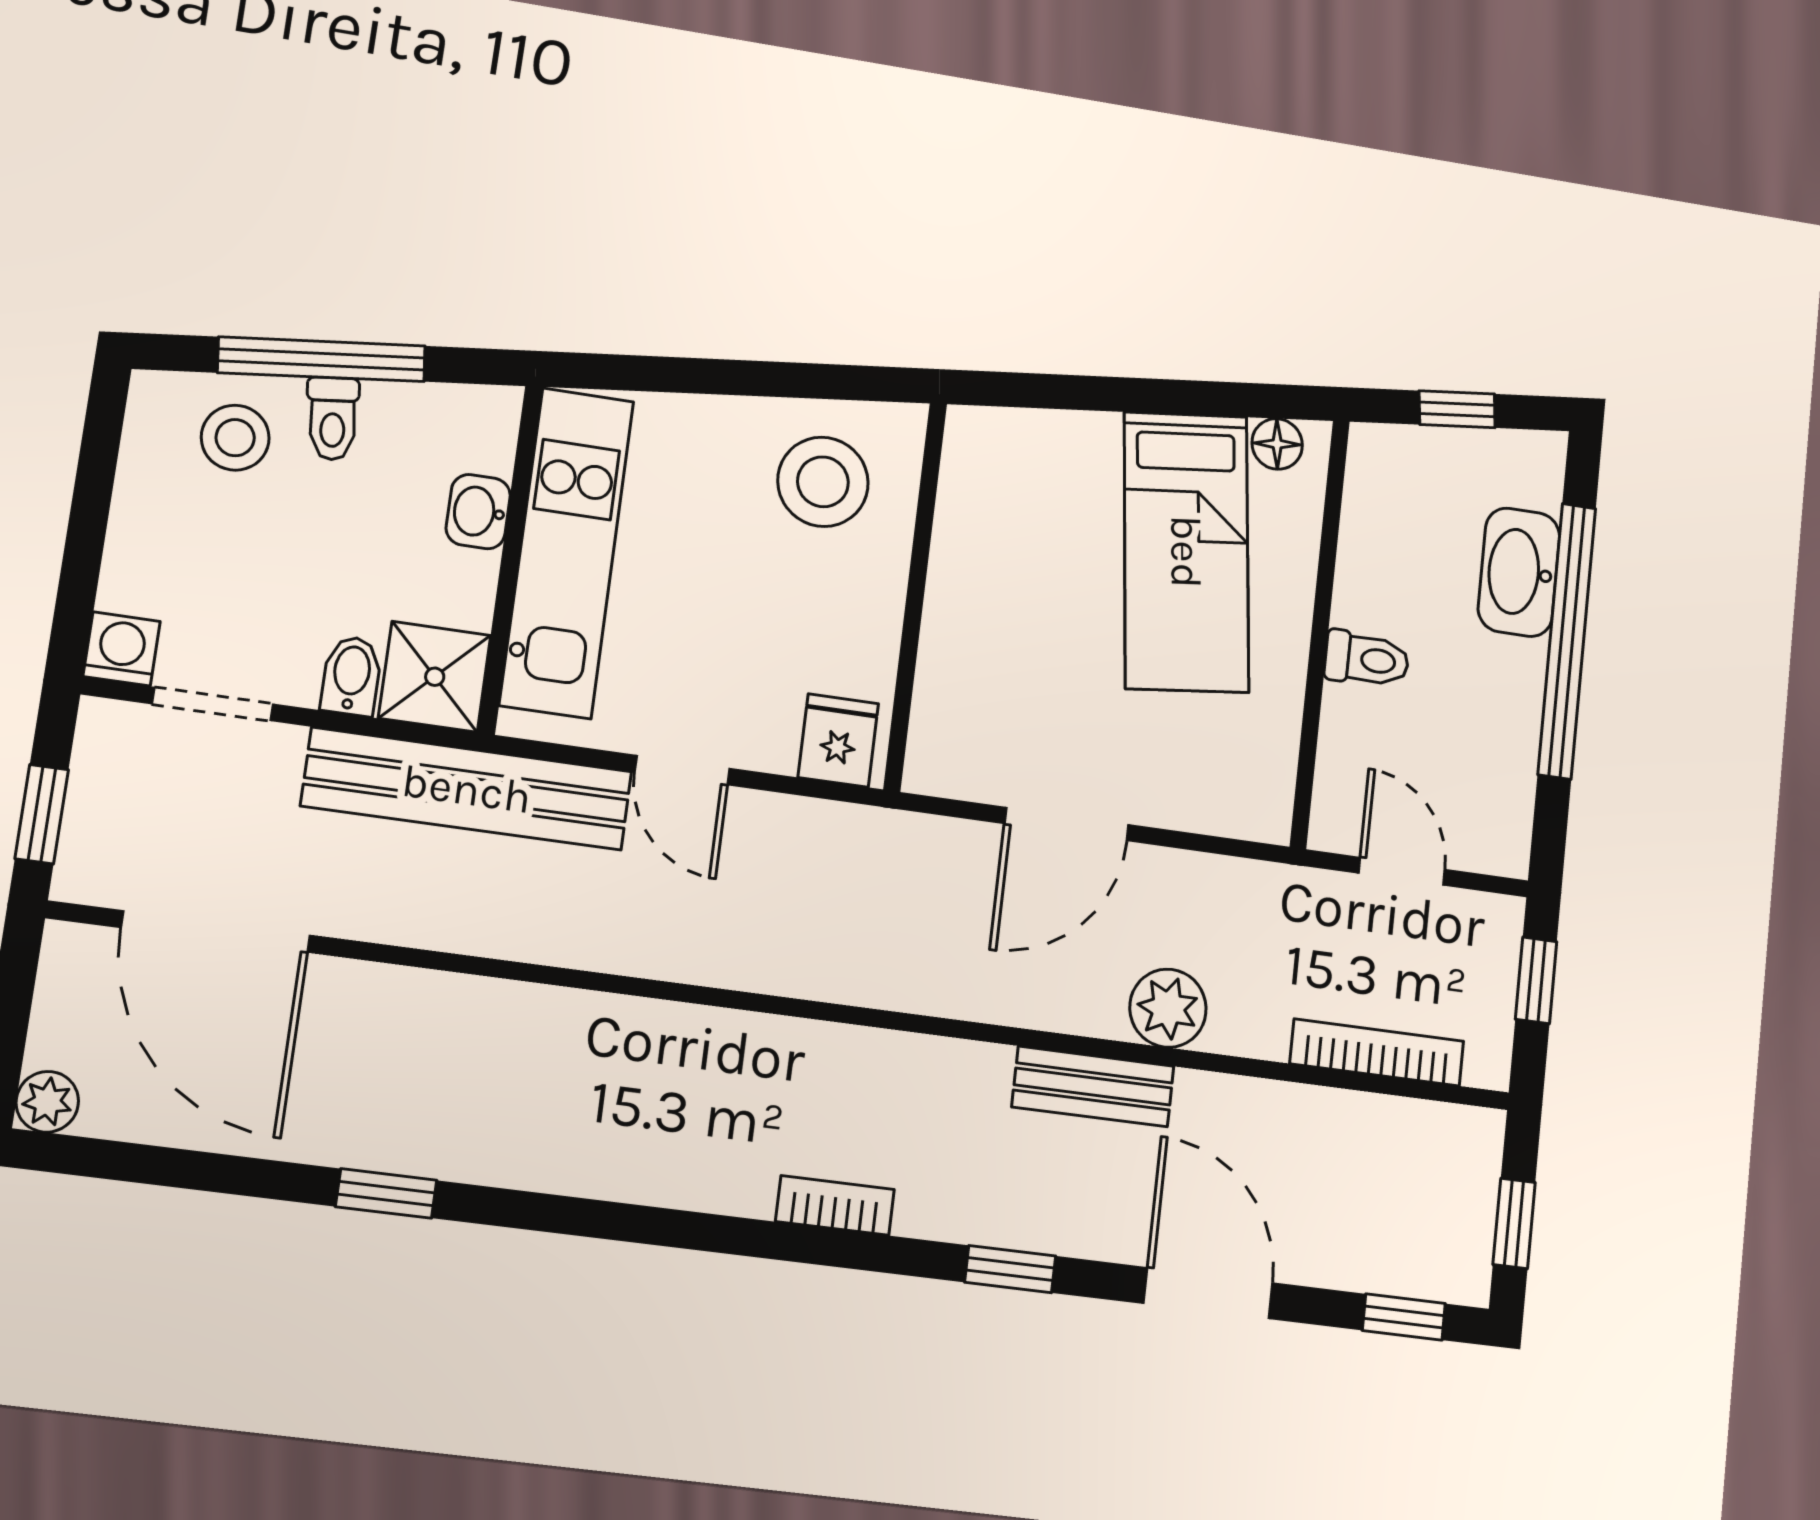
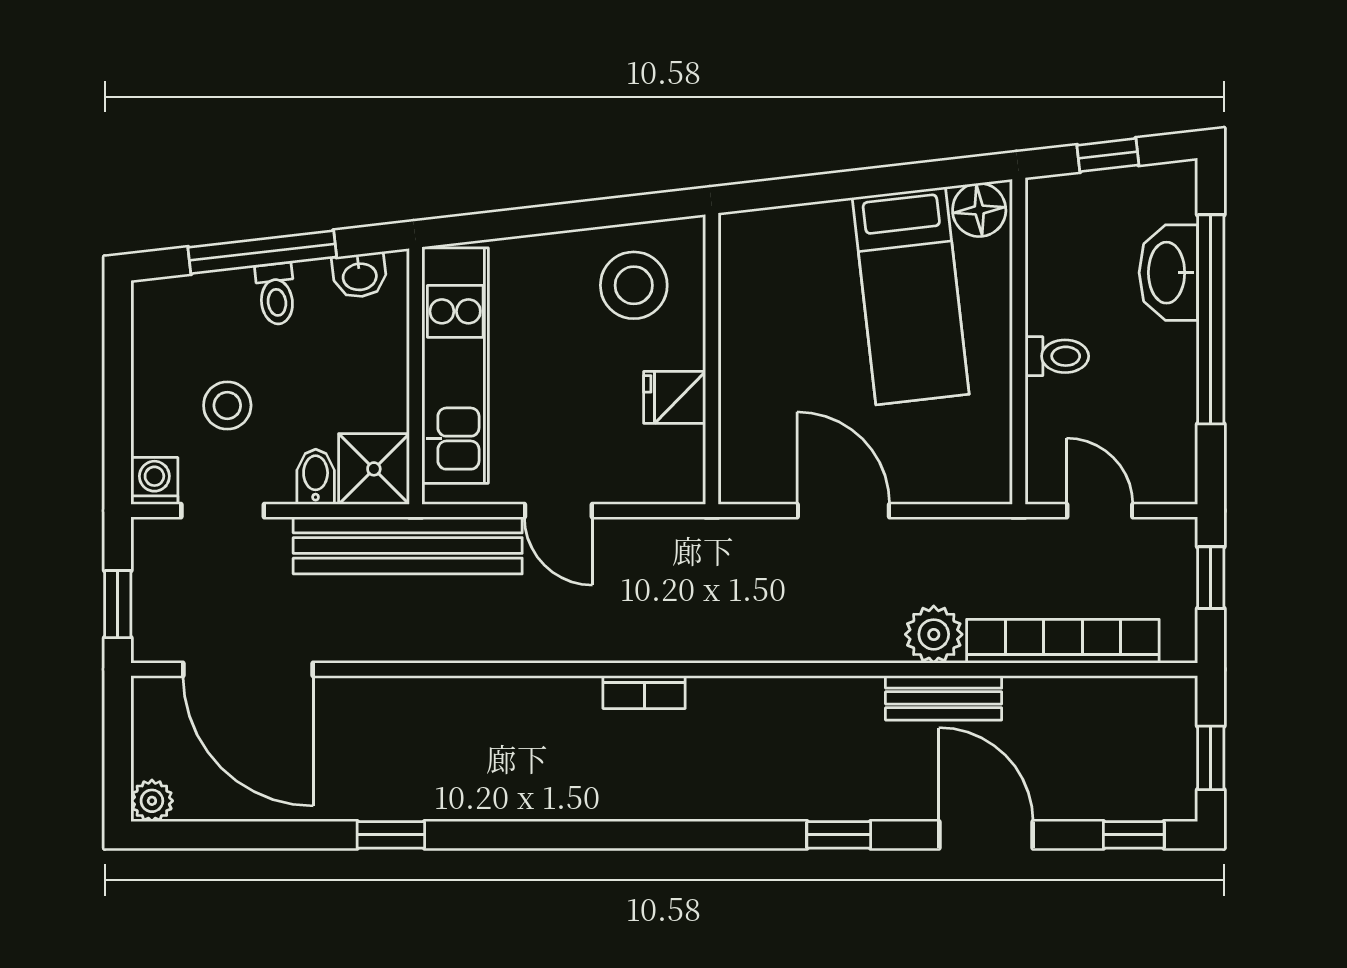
stool: (235, 438) -> (227, 405), moved
floor lamp: (1277, 444) -> (979, 210), width x1.37, depth x1.37
washbasin: (478, 512) -> (360, 276), moved, turned -97
fridge: (838, 740) -> (675, 397), moved, turned -90
door: (1067, 824) -> (843, 511), swing flipped
bookcase: (1377, 1052) -> (1063, 641), width x1.48, depth x1.31
bench: (1093, 1086) -> (944, 698), moved
bookcase: (835, 1205) -> (644, 692), moved, turned 180

